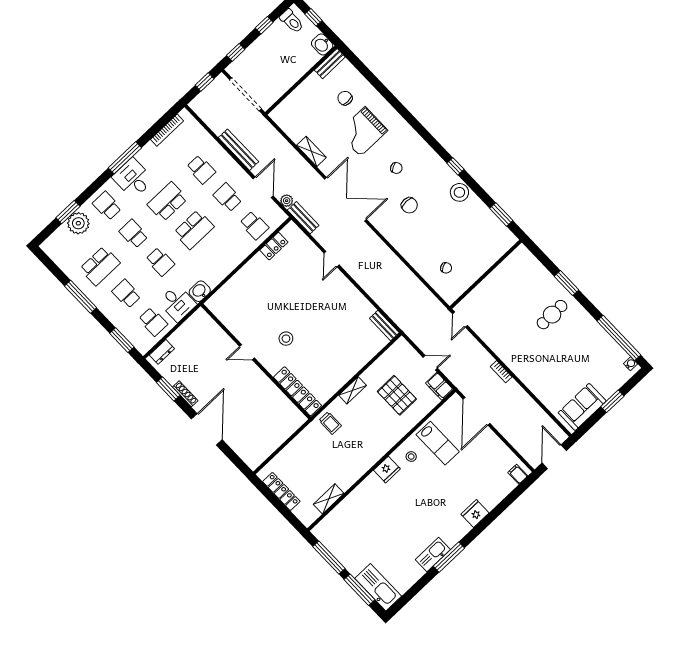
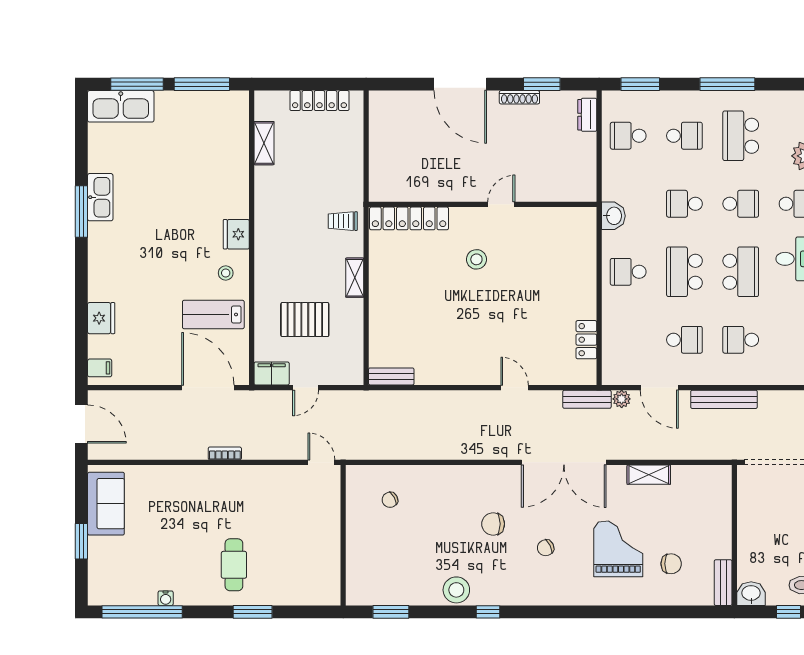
school desk: (254, 225) -> (628, 272), moved
desk: (177, 303) -> (623, 180), removed
water cooler: (630, 364) -> (166, 598), moved
fridge: (475, 514) -> (101, 318), moved

